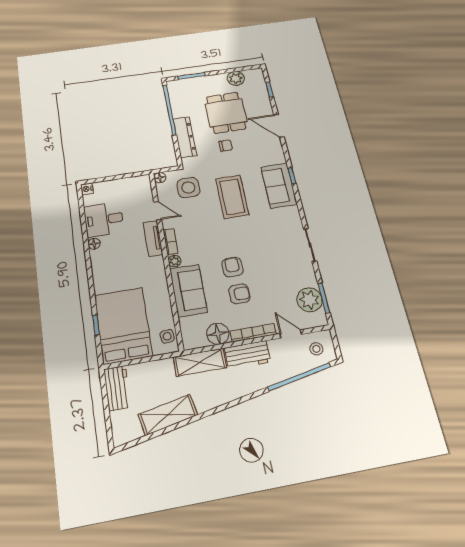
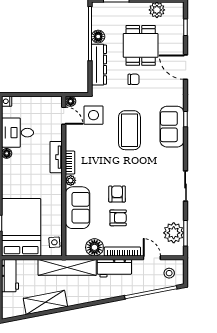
floor lamp: (179, 111) -> (98, 37), added
door: (158, 211) -> (64, 116), moved
shelving: (200, 362) -> (67, 267), width x1.47

